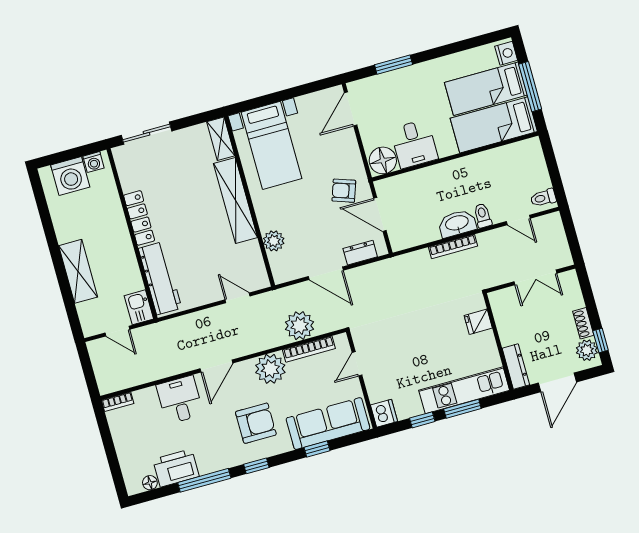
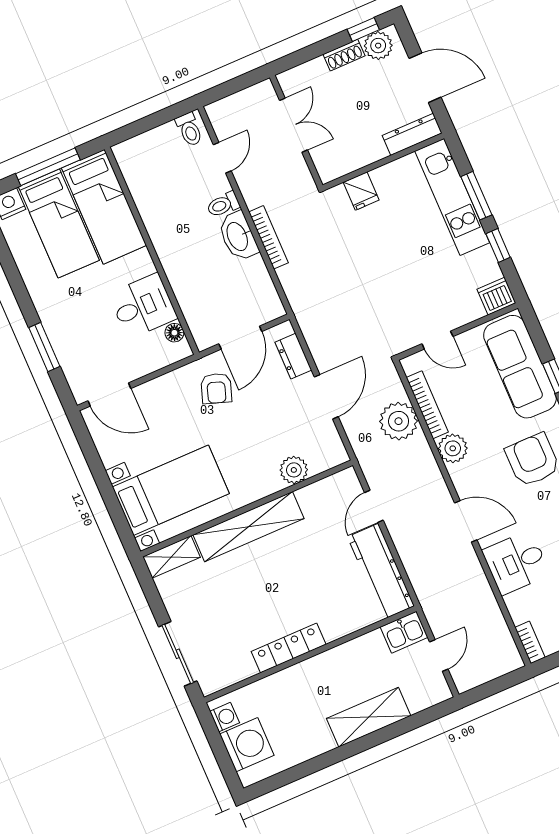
floor lamp: (383, 160) -> (174, 333), width x0.53, depth x0.53
workbench: (160, 278) -> (381, 571), moved, turned -90
plant: (270, 369) -> (453, 448), width x0.73, depth x0.73

